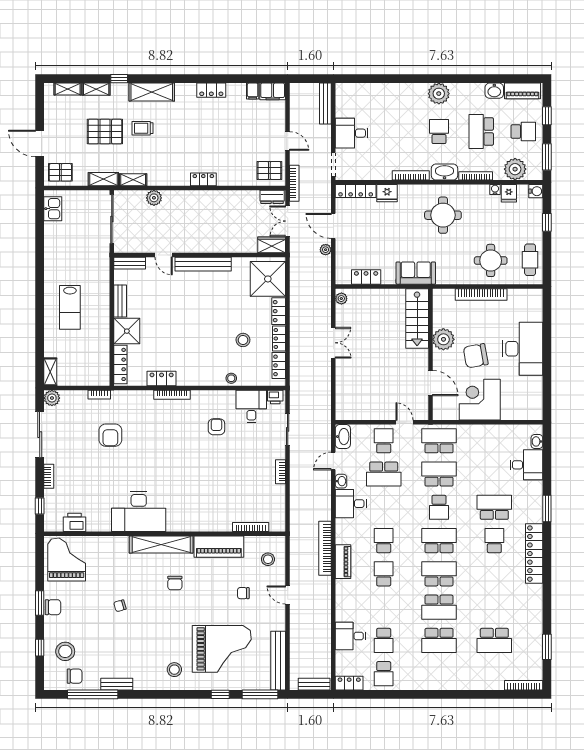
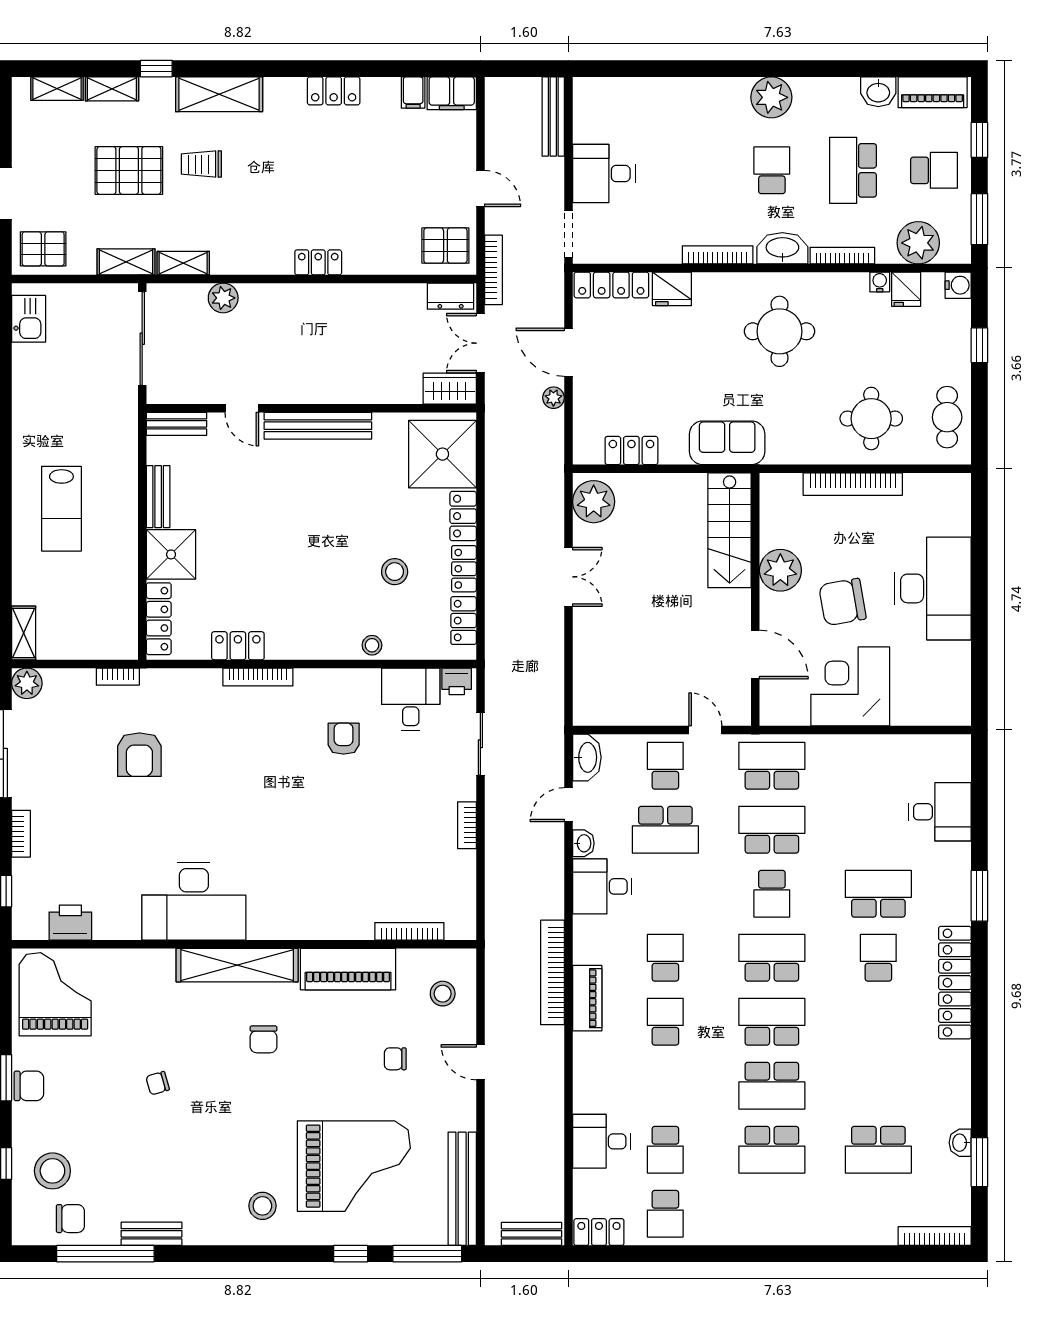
plant: (341, 299) -> (594, 502), width x1.87, depth x1.87
washbasin: (537, 441) -> (960, 1143), moved

